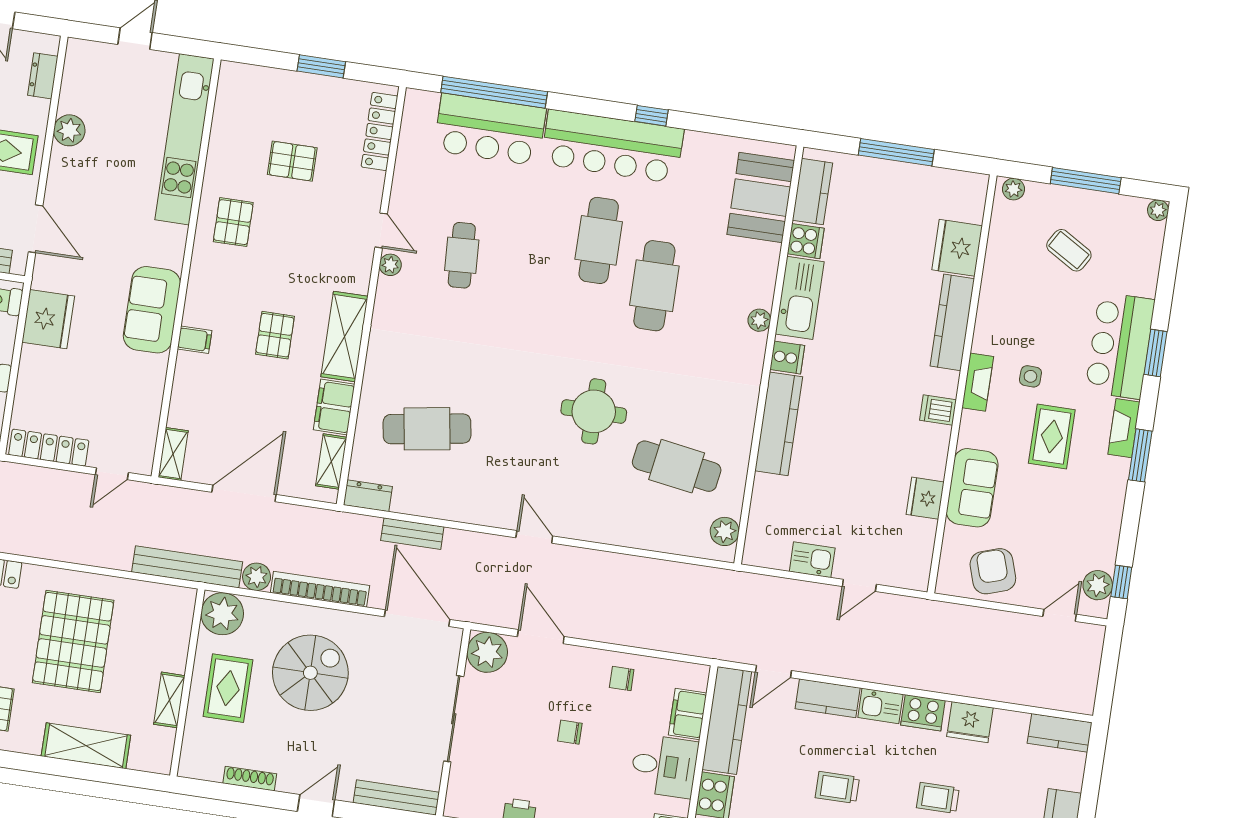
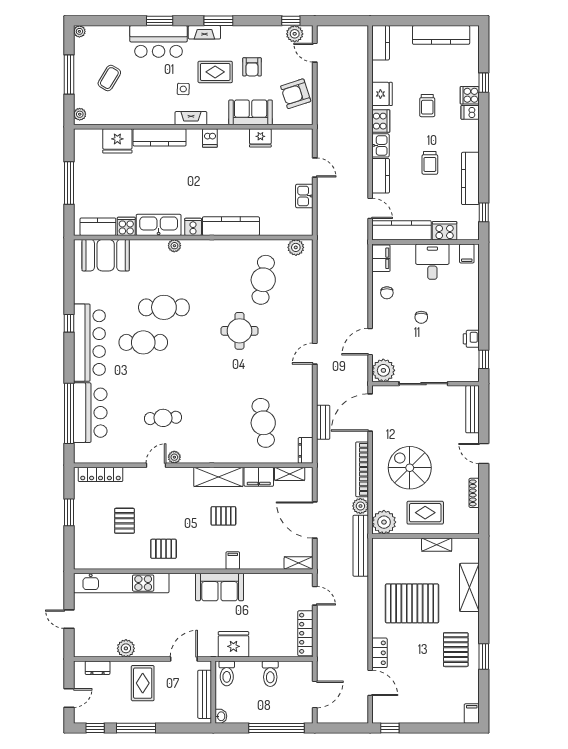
armchair: (1051, 502) -> (252, 67), added
filing cabinet: (688, 714) -> (381, 258), moved, turned -90

